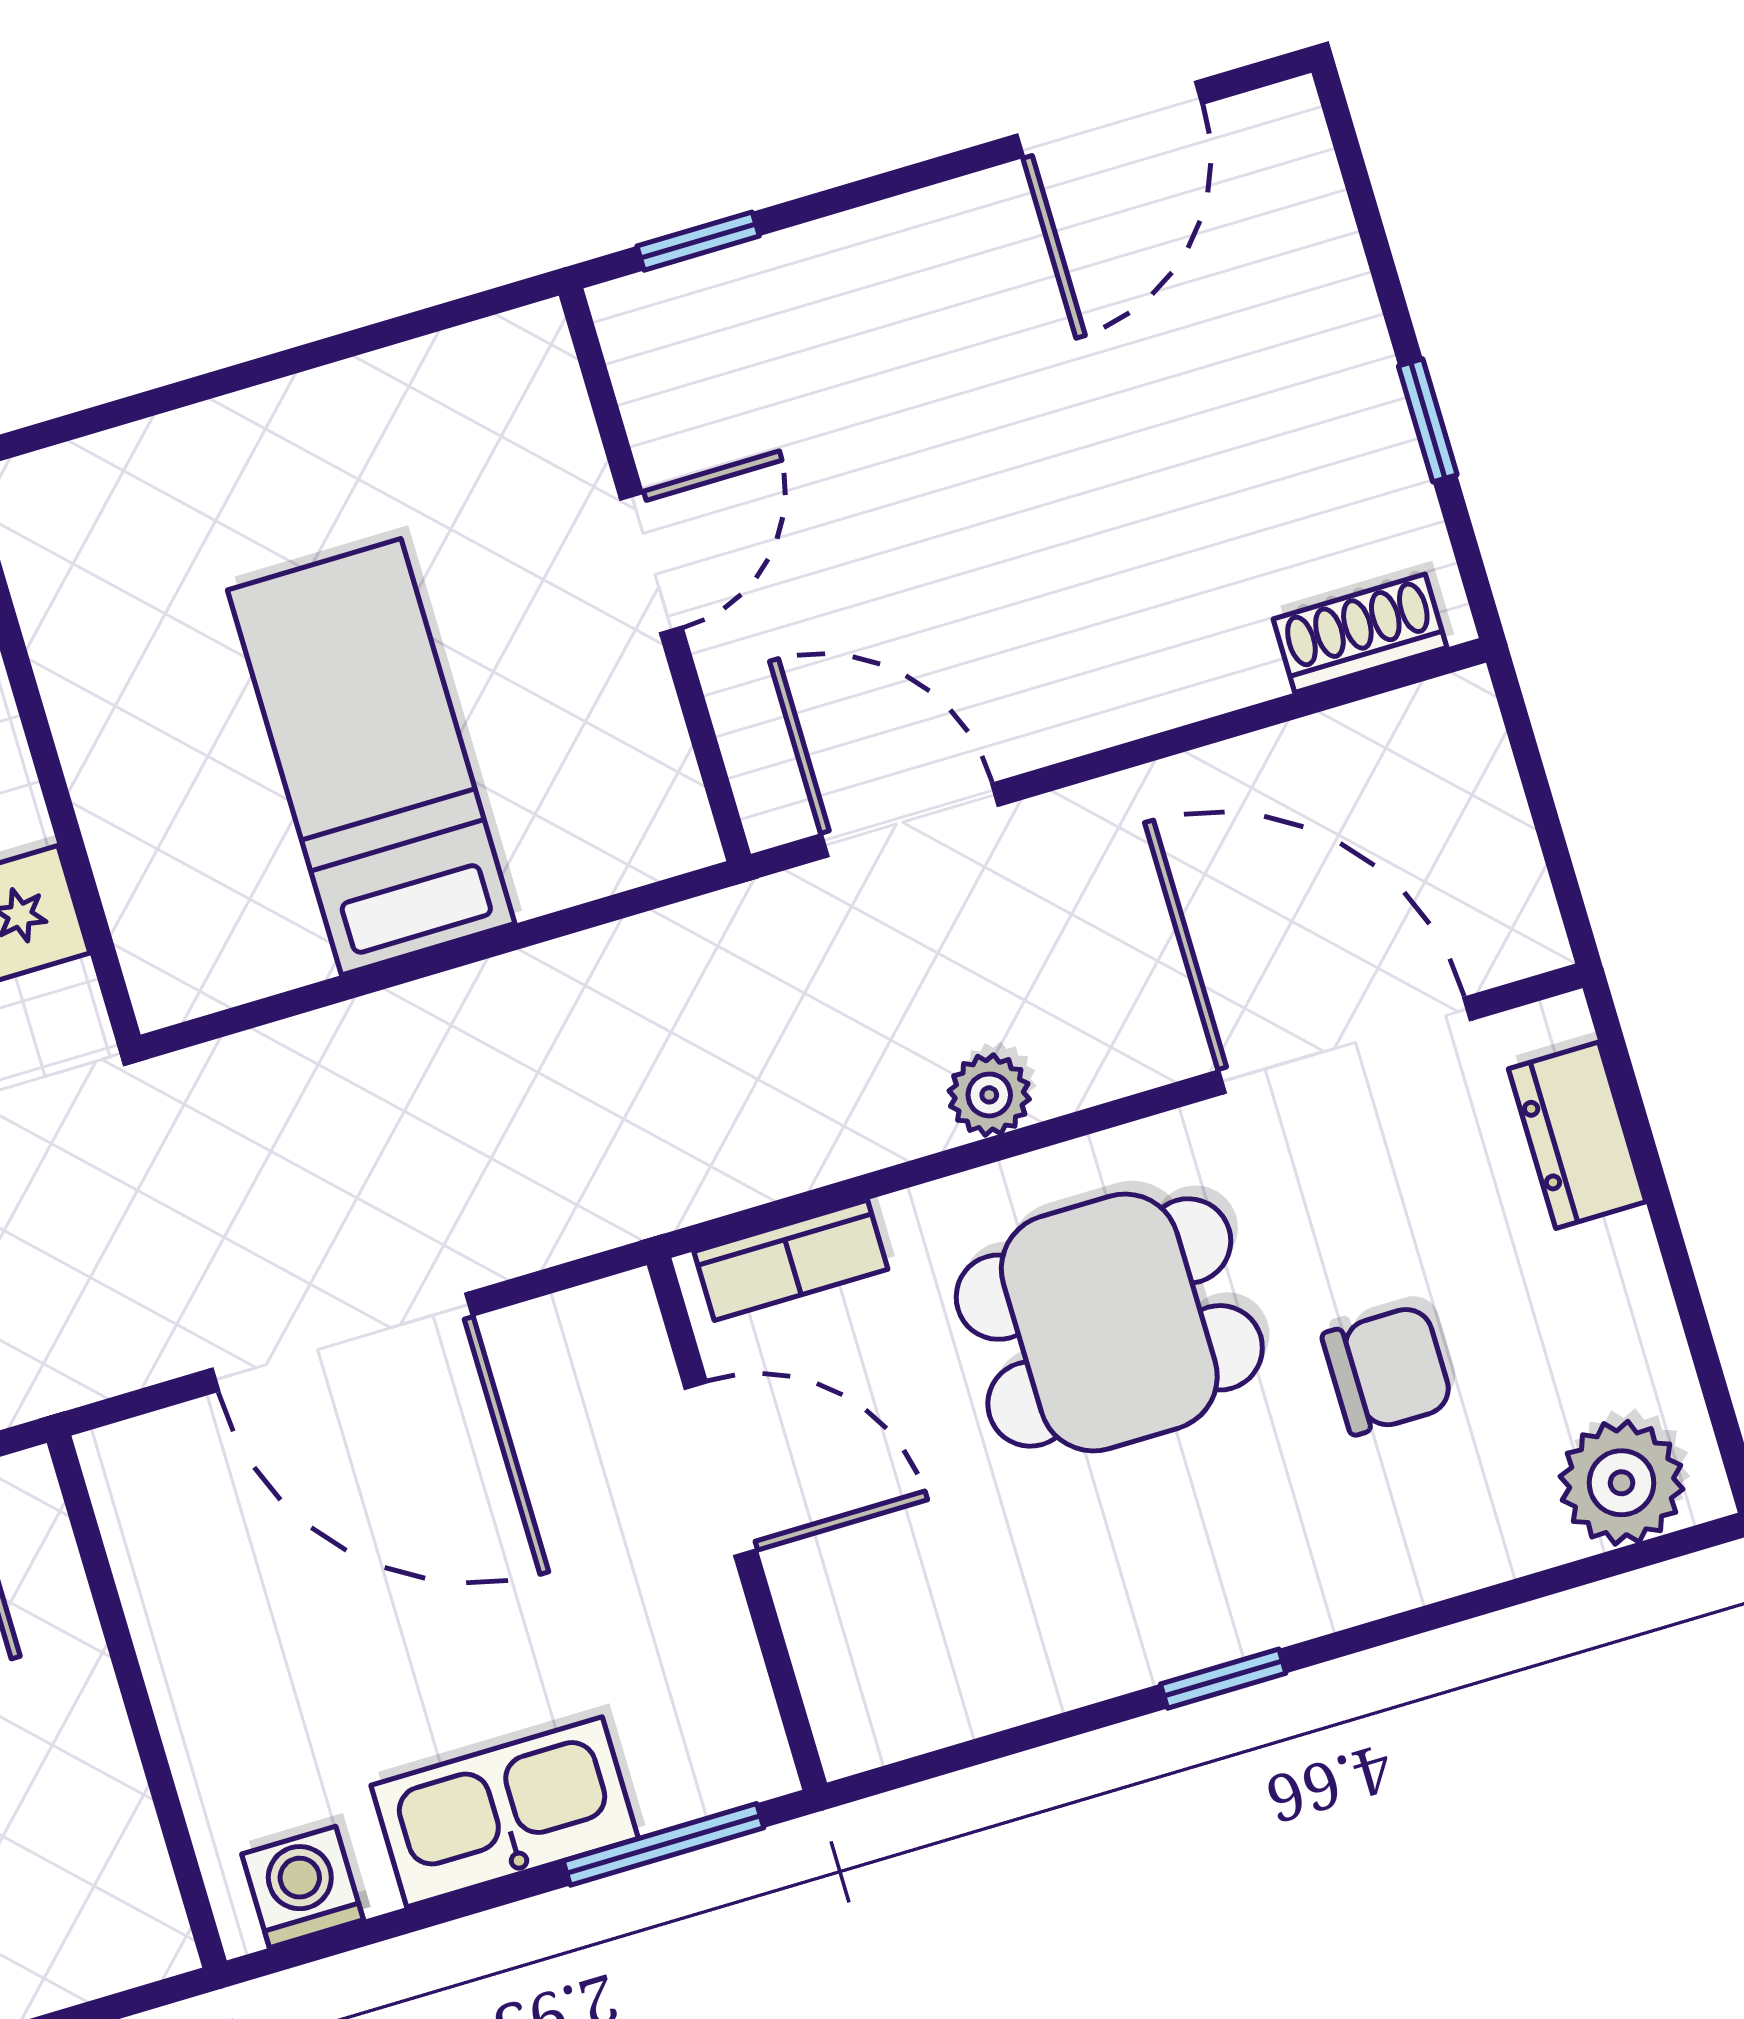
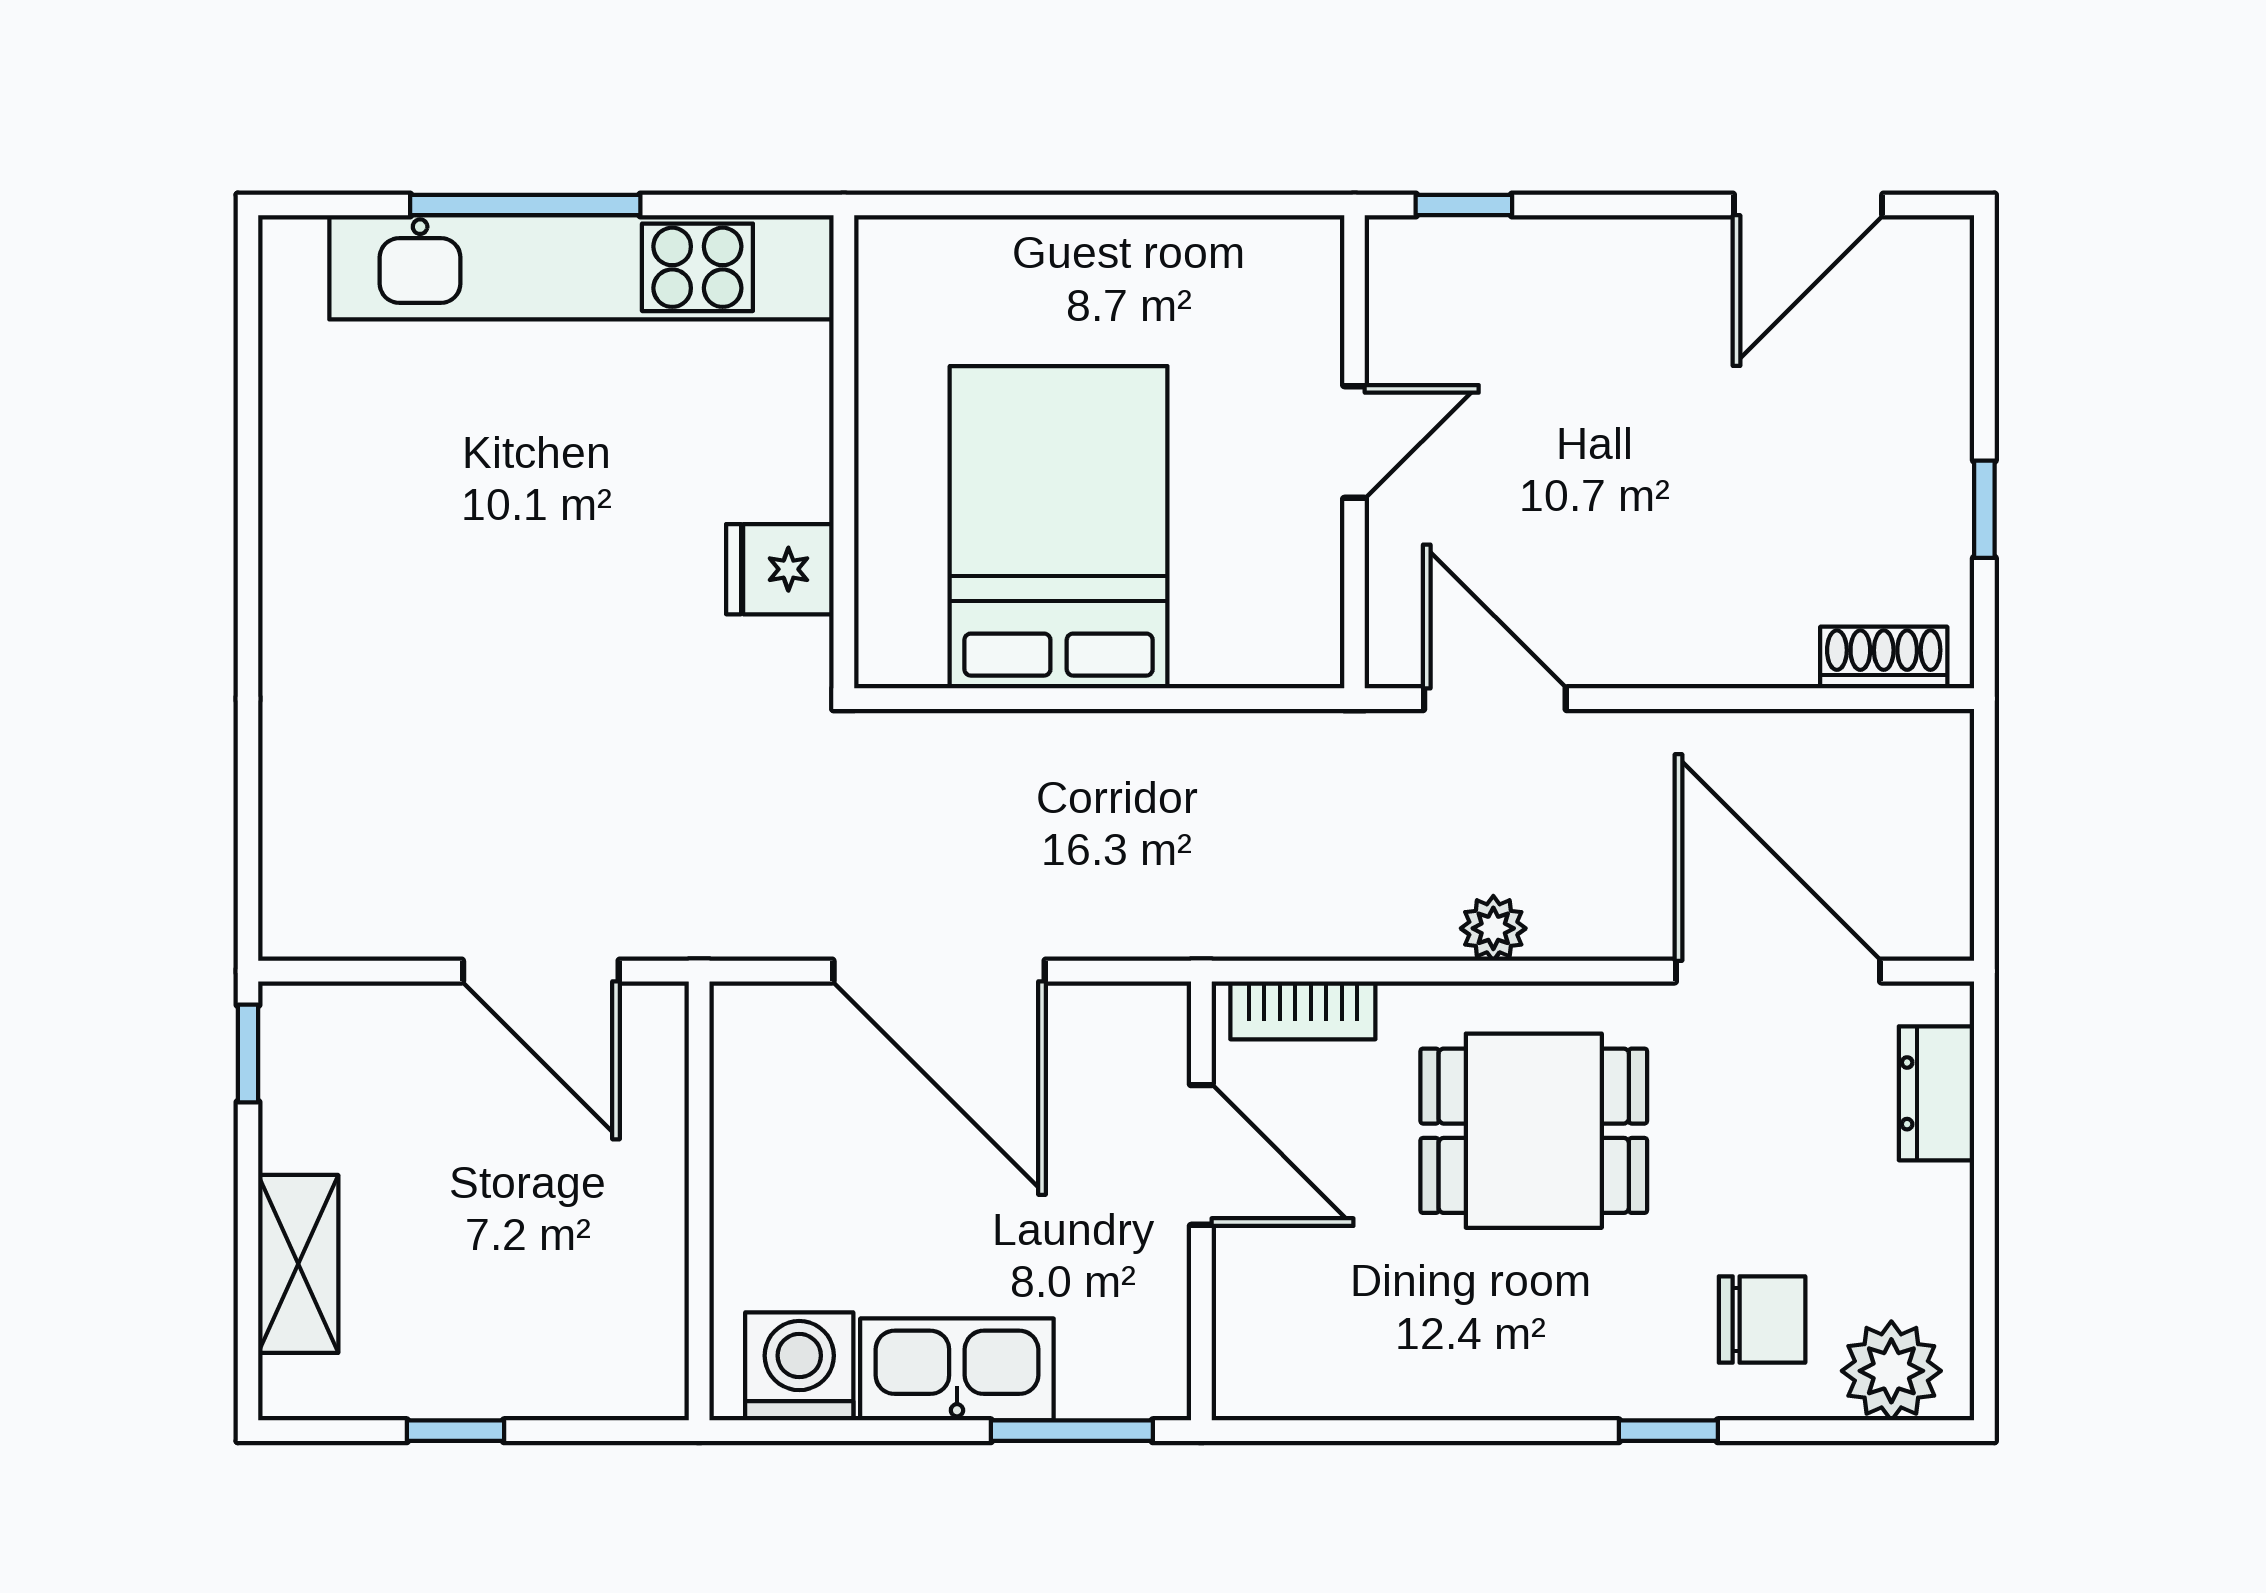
bed: (371, 757) -> (1059, 527), width x1.50
chair: (1388, 1370) -> (1762, 1319), moved
window: (1223, 1679) -> (1668, 1431), moved
washing machine: (303, 1887) -> (799, 1366), width x1.38, depth x1.38

